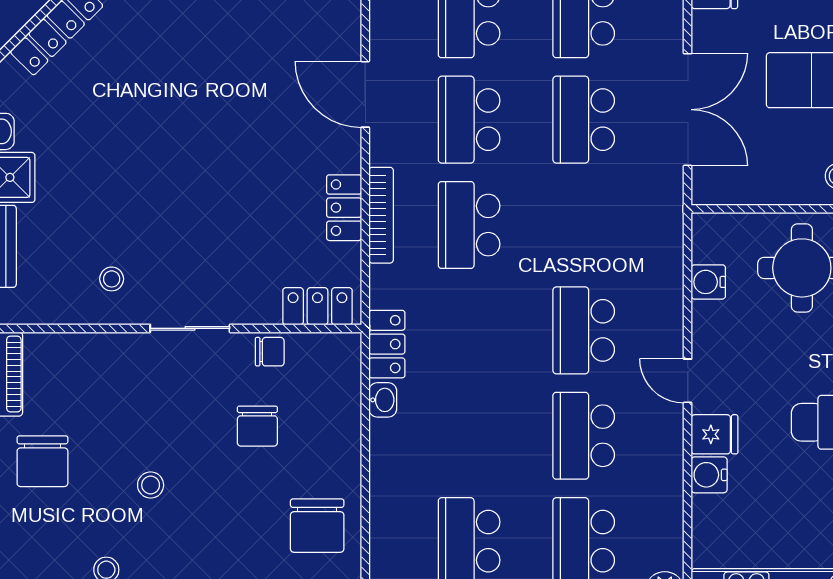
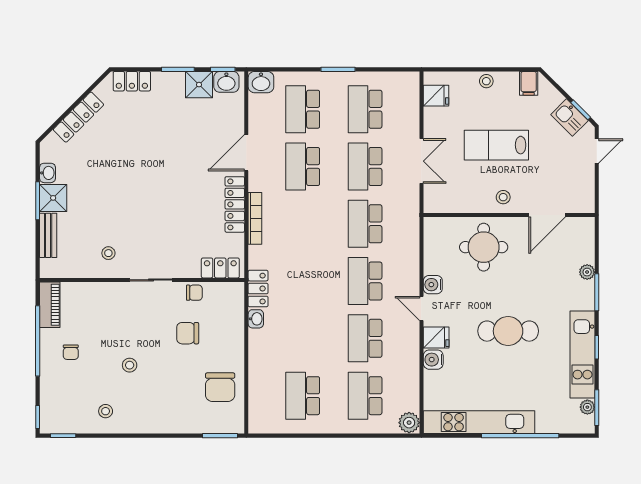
door: (365, 94) -> (246, 153), hinge flipped
double door: (688, 110) -> (421, 161), width x0.73
locker: (344, 208) -> (235, 204), width x1.53
school desk: (469, 225) -> (365, 224), moved
water cooler: (708, 282) -> (433, 285), moved
chair: (257, 426) -> (188, 333), turned 90
chair: (42, 461) -> (71, 352), width x0.54, depth x0.54

